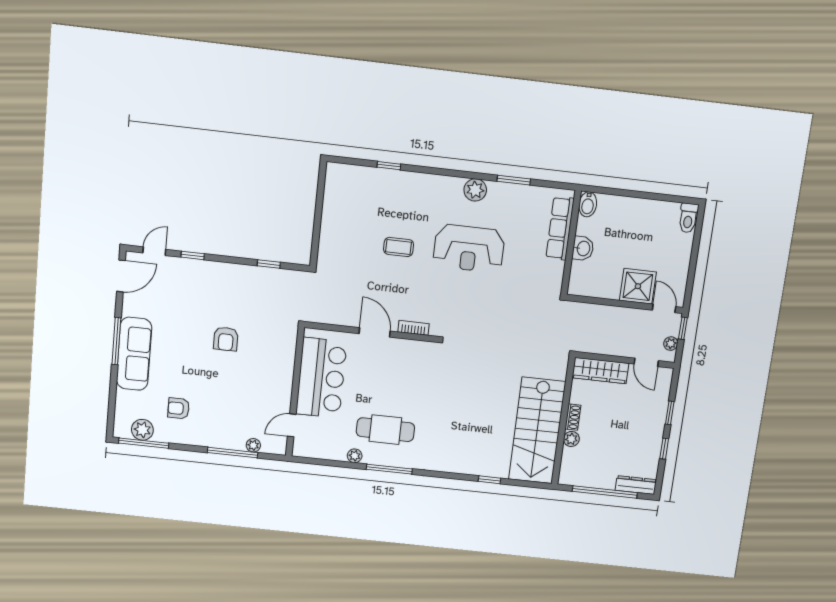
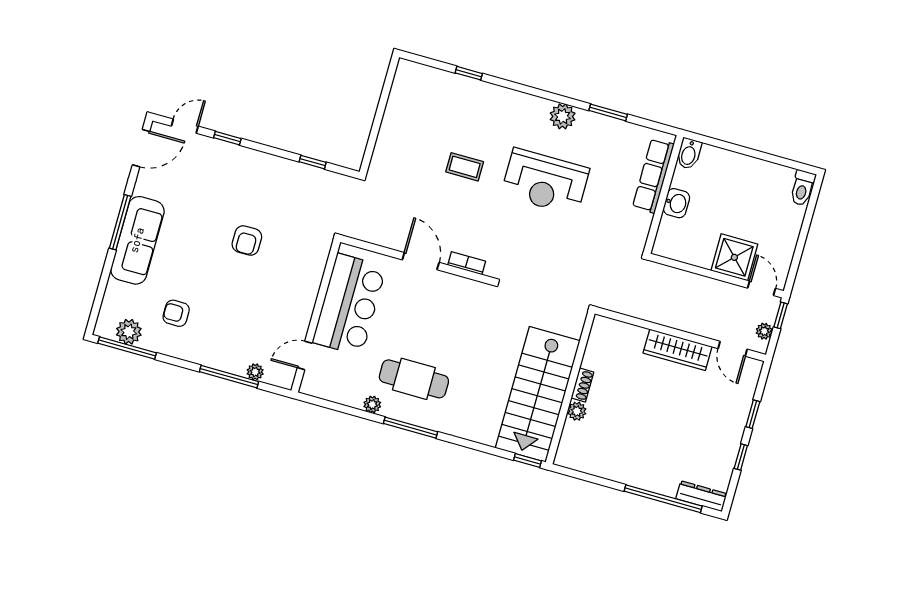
shoe rack: (573, 417) -> (582, 385), moved
wall: (563, 421) -> (570, 388), moved
stairs: (537, 431) -> (538, 394), moved
plant: (571, 439) -> (577, 411), moved

